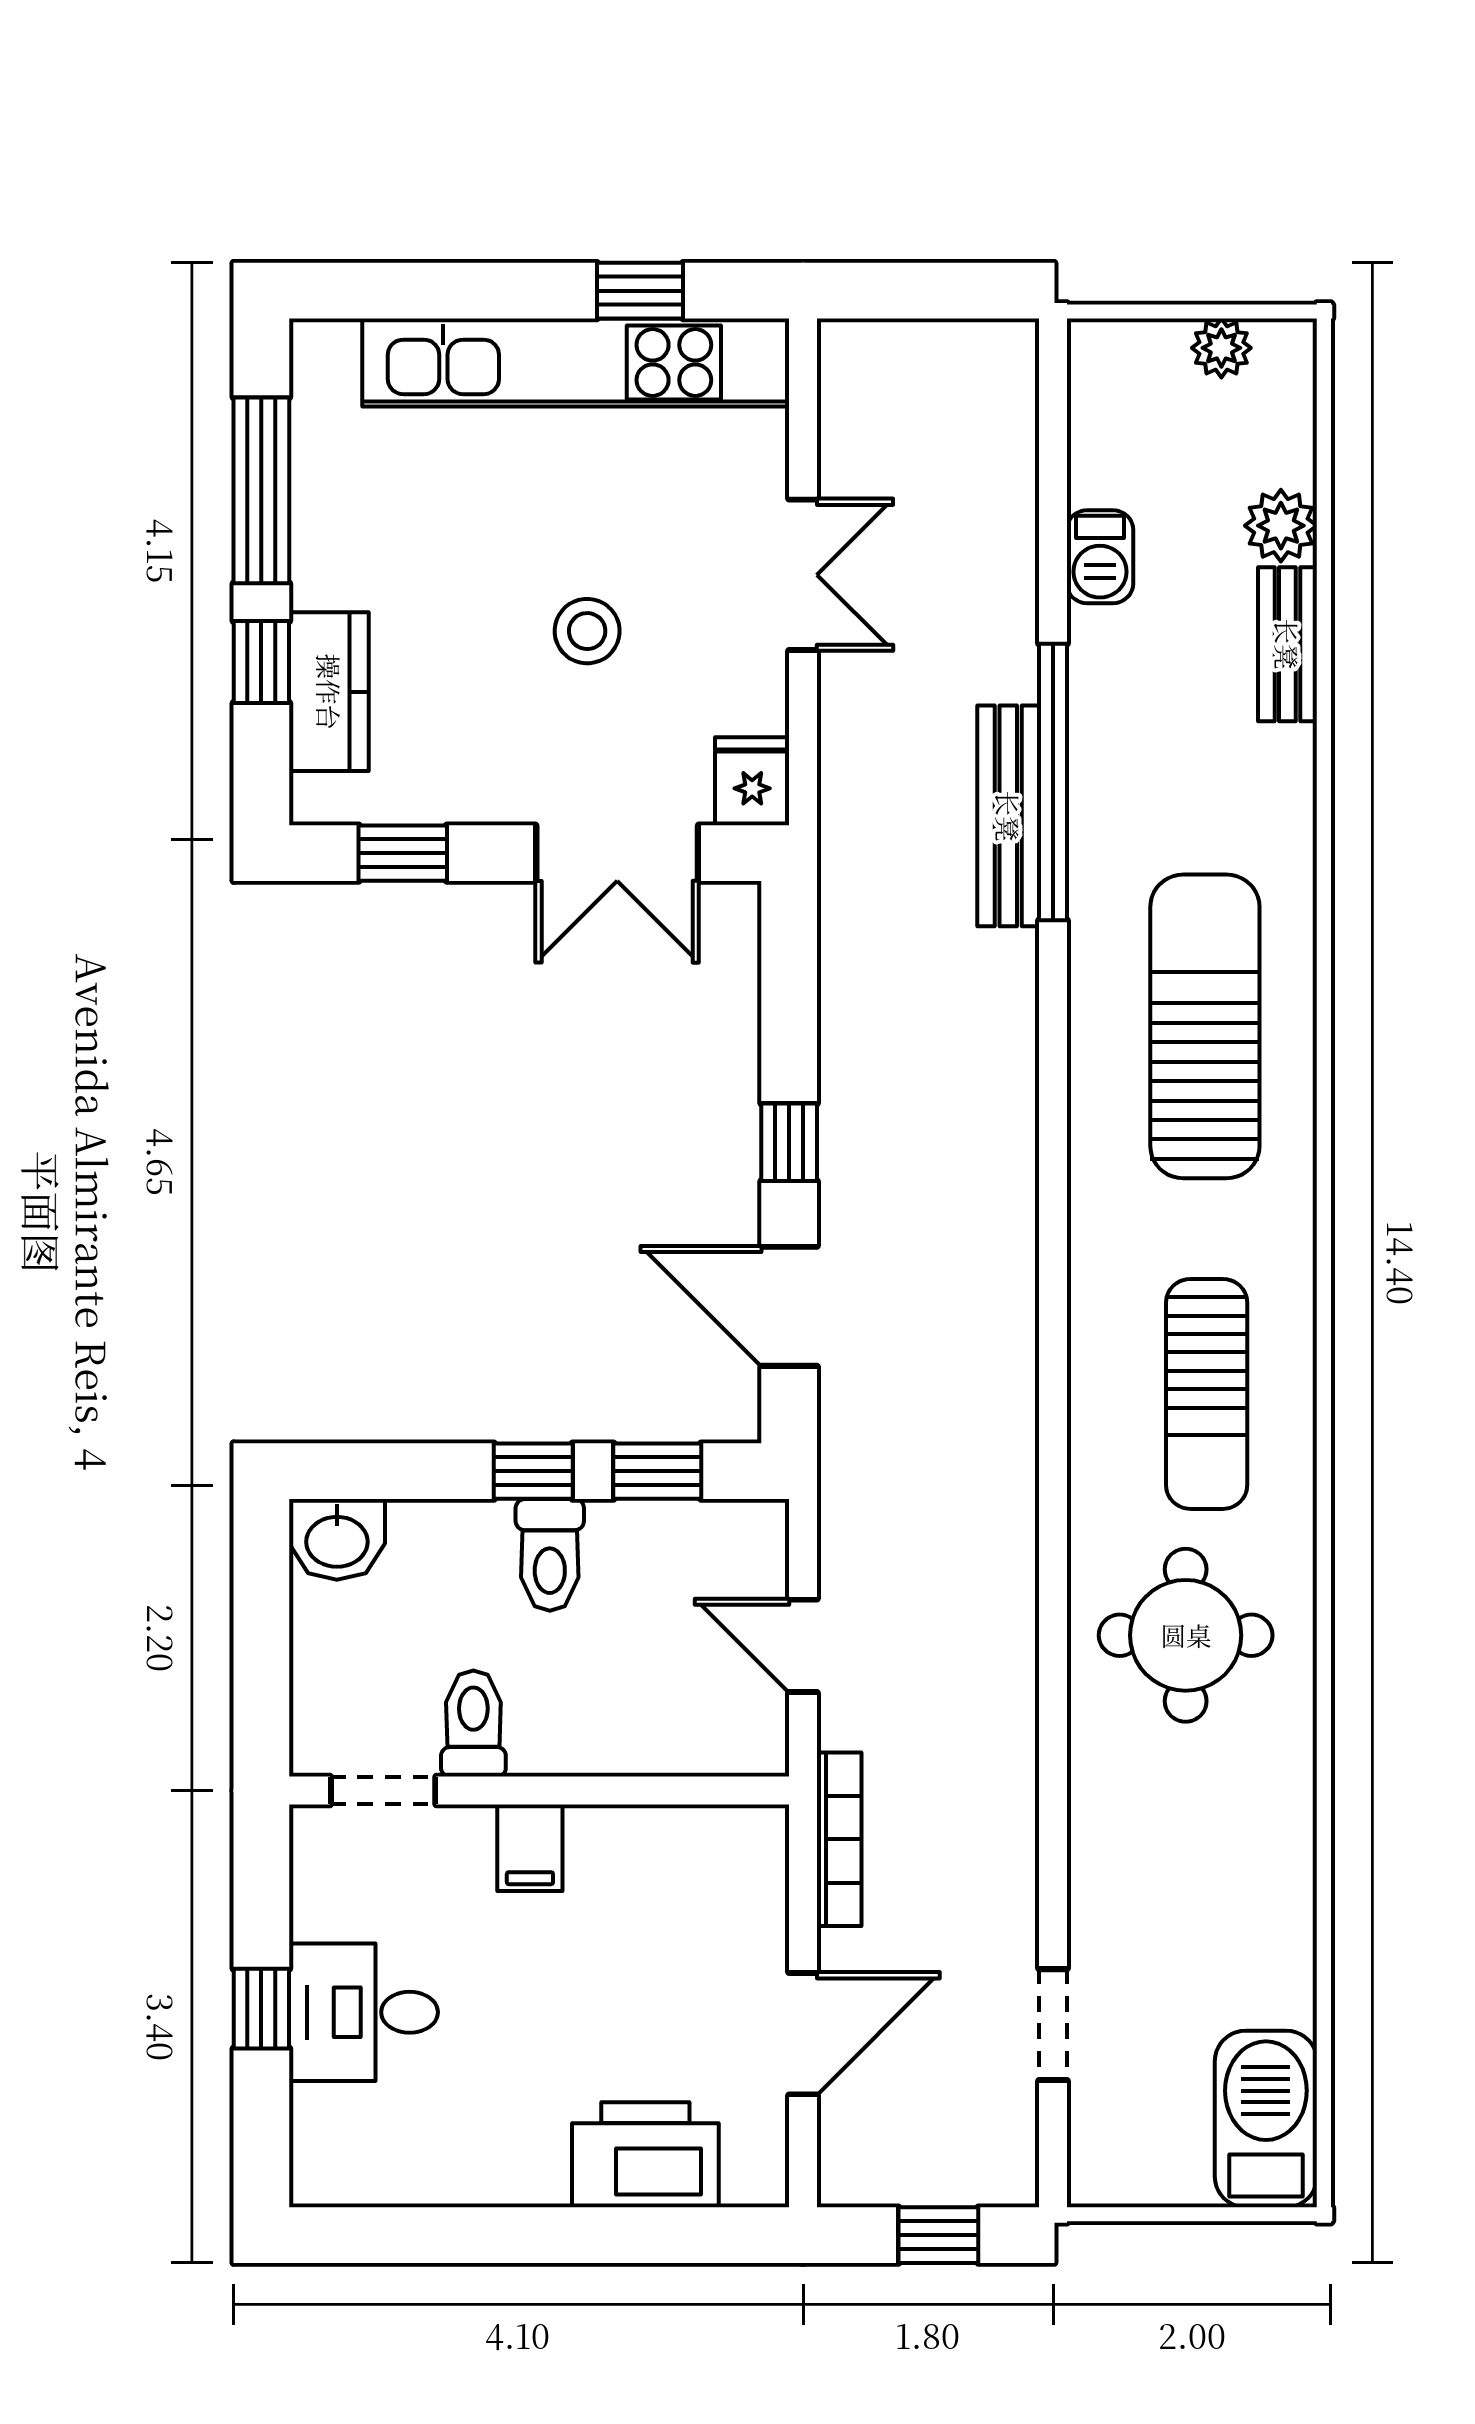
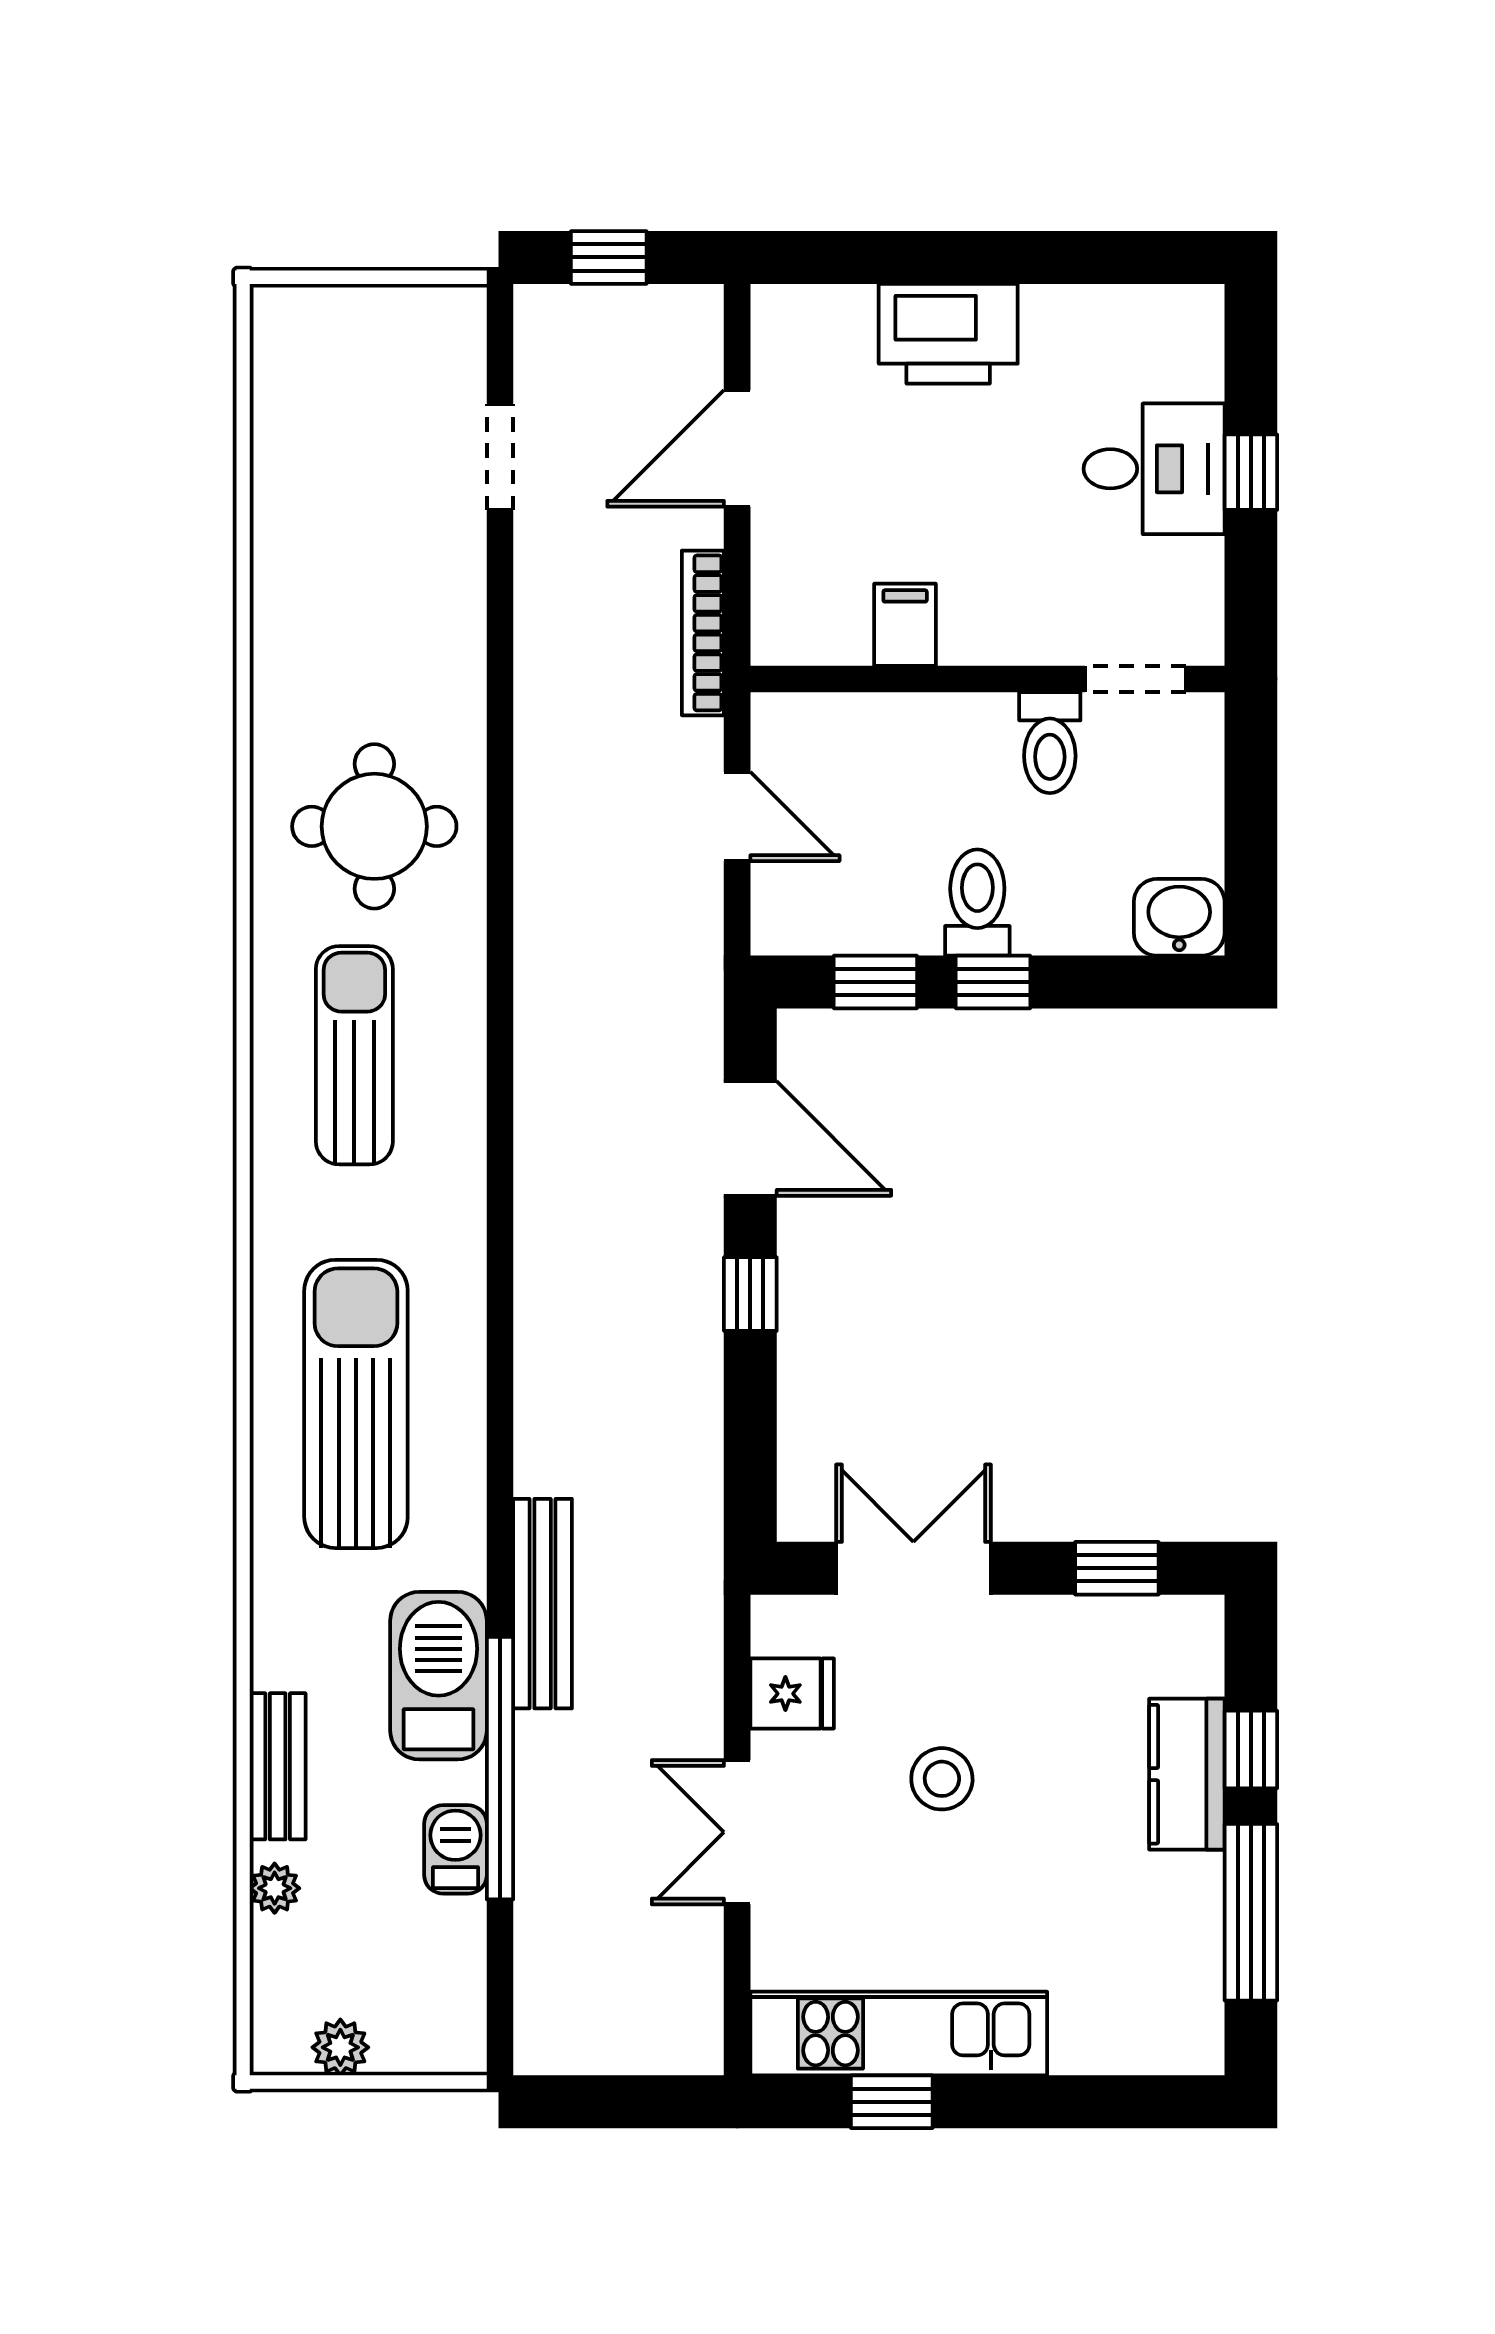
kitchen unit: (576, 363) -> (899, 2034), width x0.73
plant: (1281, 526) -> (275, 1888), width x0.73, depth x0.73
kitchen counter: (329, 692) -> (1187, 1774), moved
fridge: (752, 781) -> (792, 1694), moved, turned -90
window: (1053, 782) -> (500, 1768), moved
sun lounger: (1205, 1026) -> (356, 1404), turned 180
filing cabinet: (530, 1848) -> (905, 625), moved
barbecue: (1266, 2119) -> (439, 1676), moved, turned 180
printer: (645, 2155) -> (948, 334), moved

